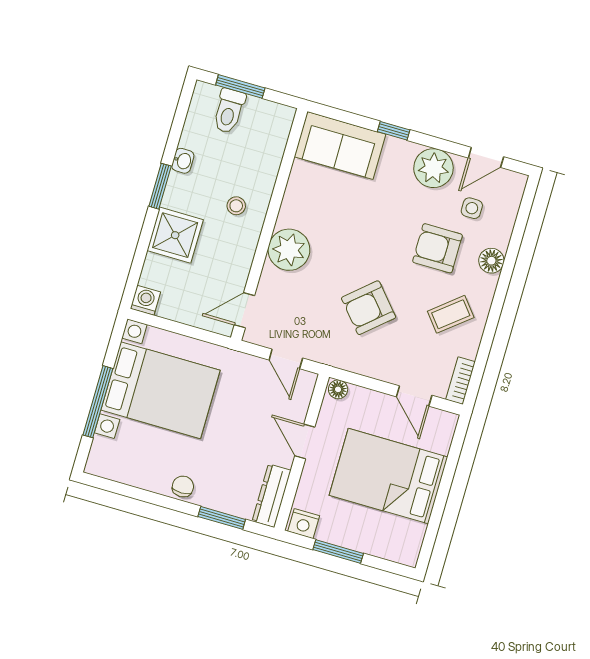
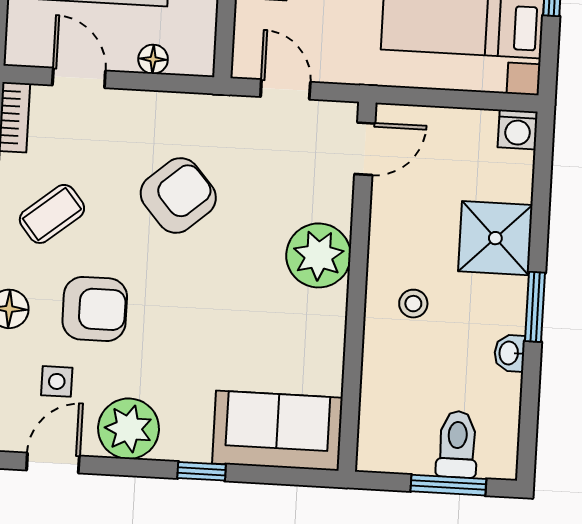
floor lamp: (338, 389) -> (153, 59), moved

